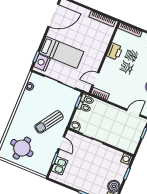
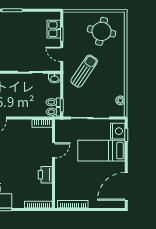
door: (95, 79) -> (54, 150), moved

